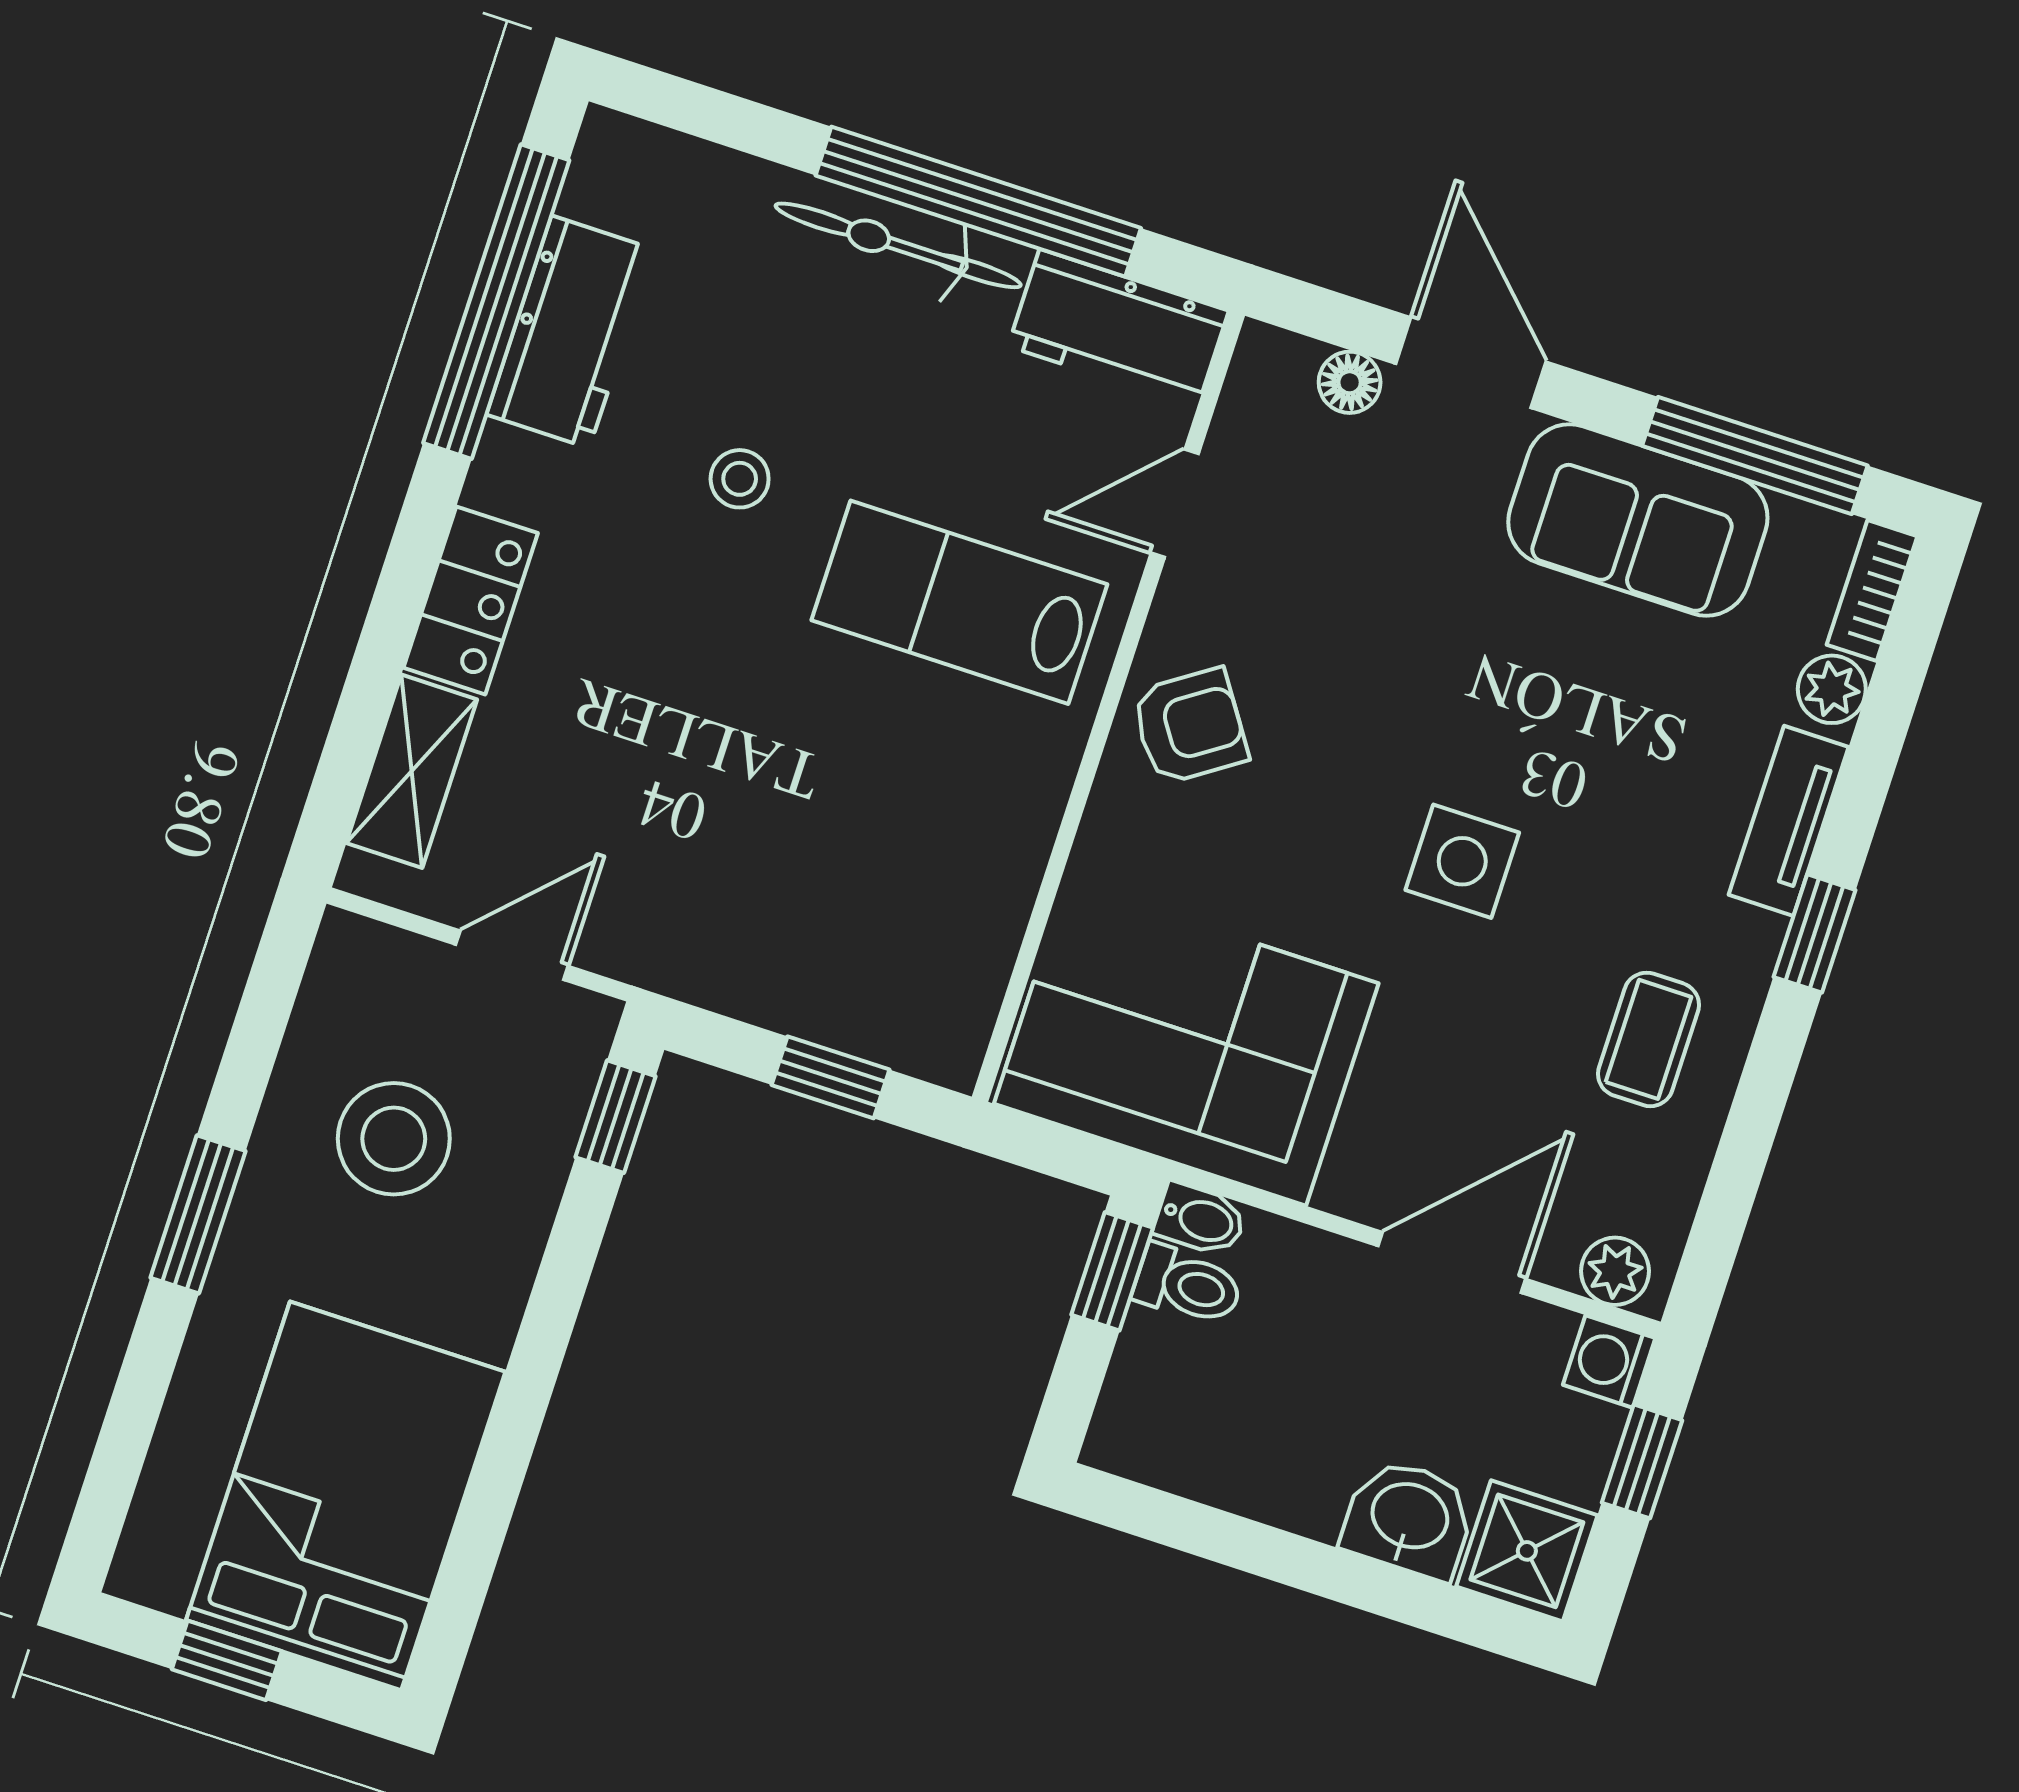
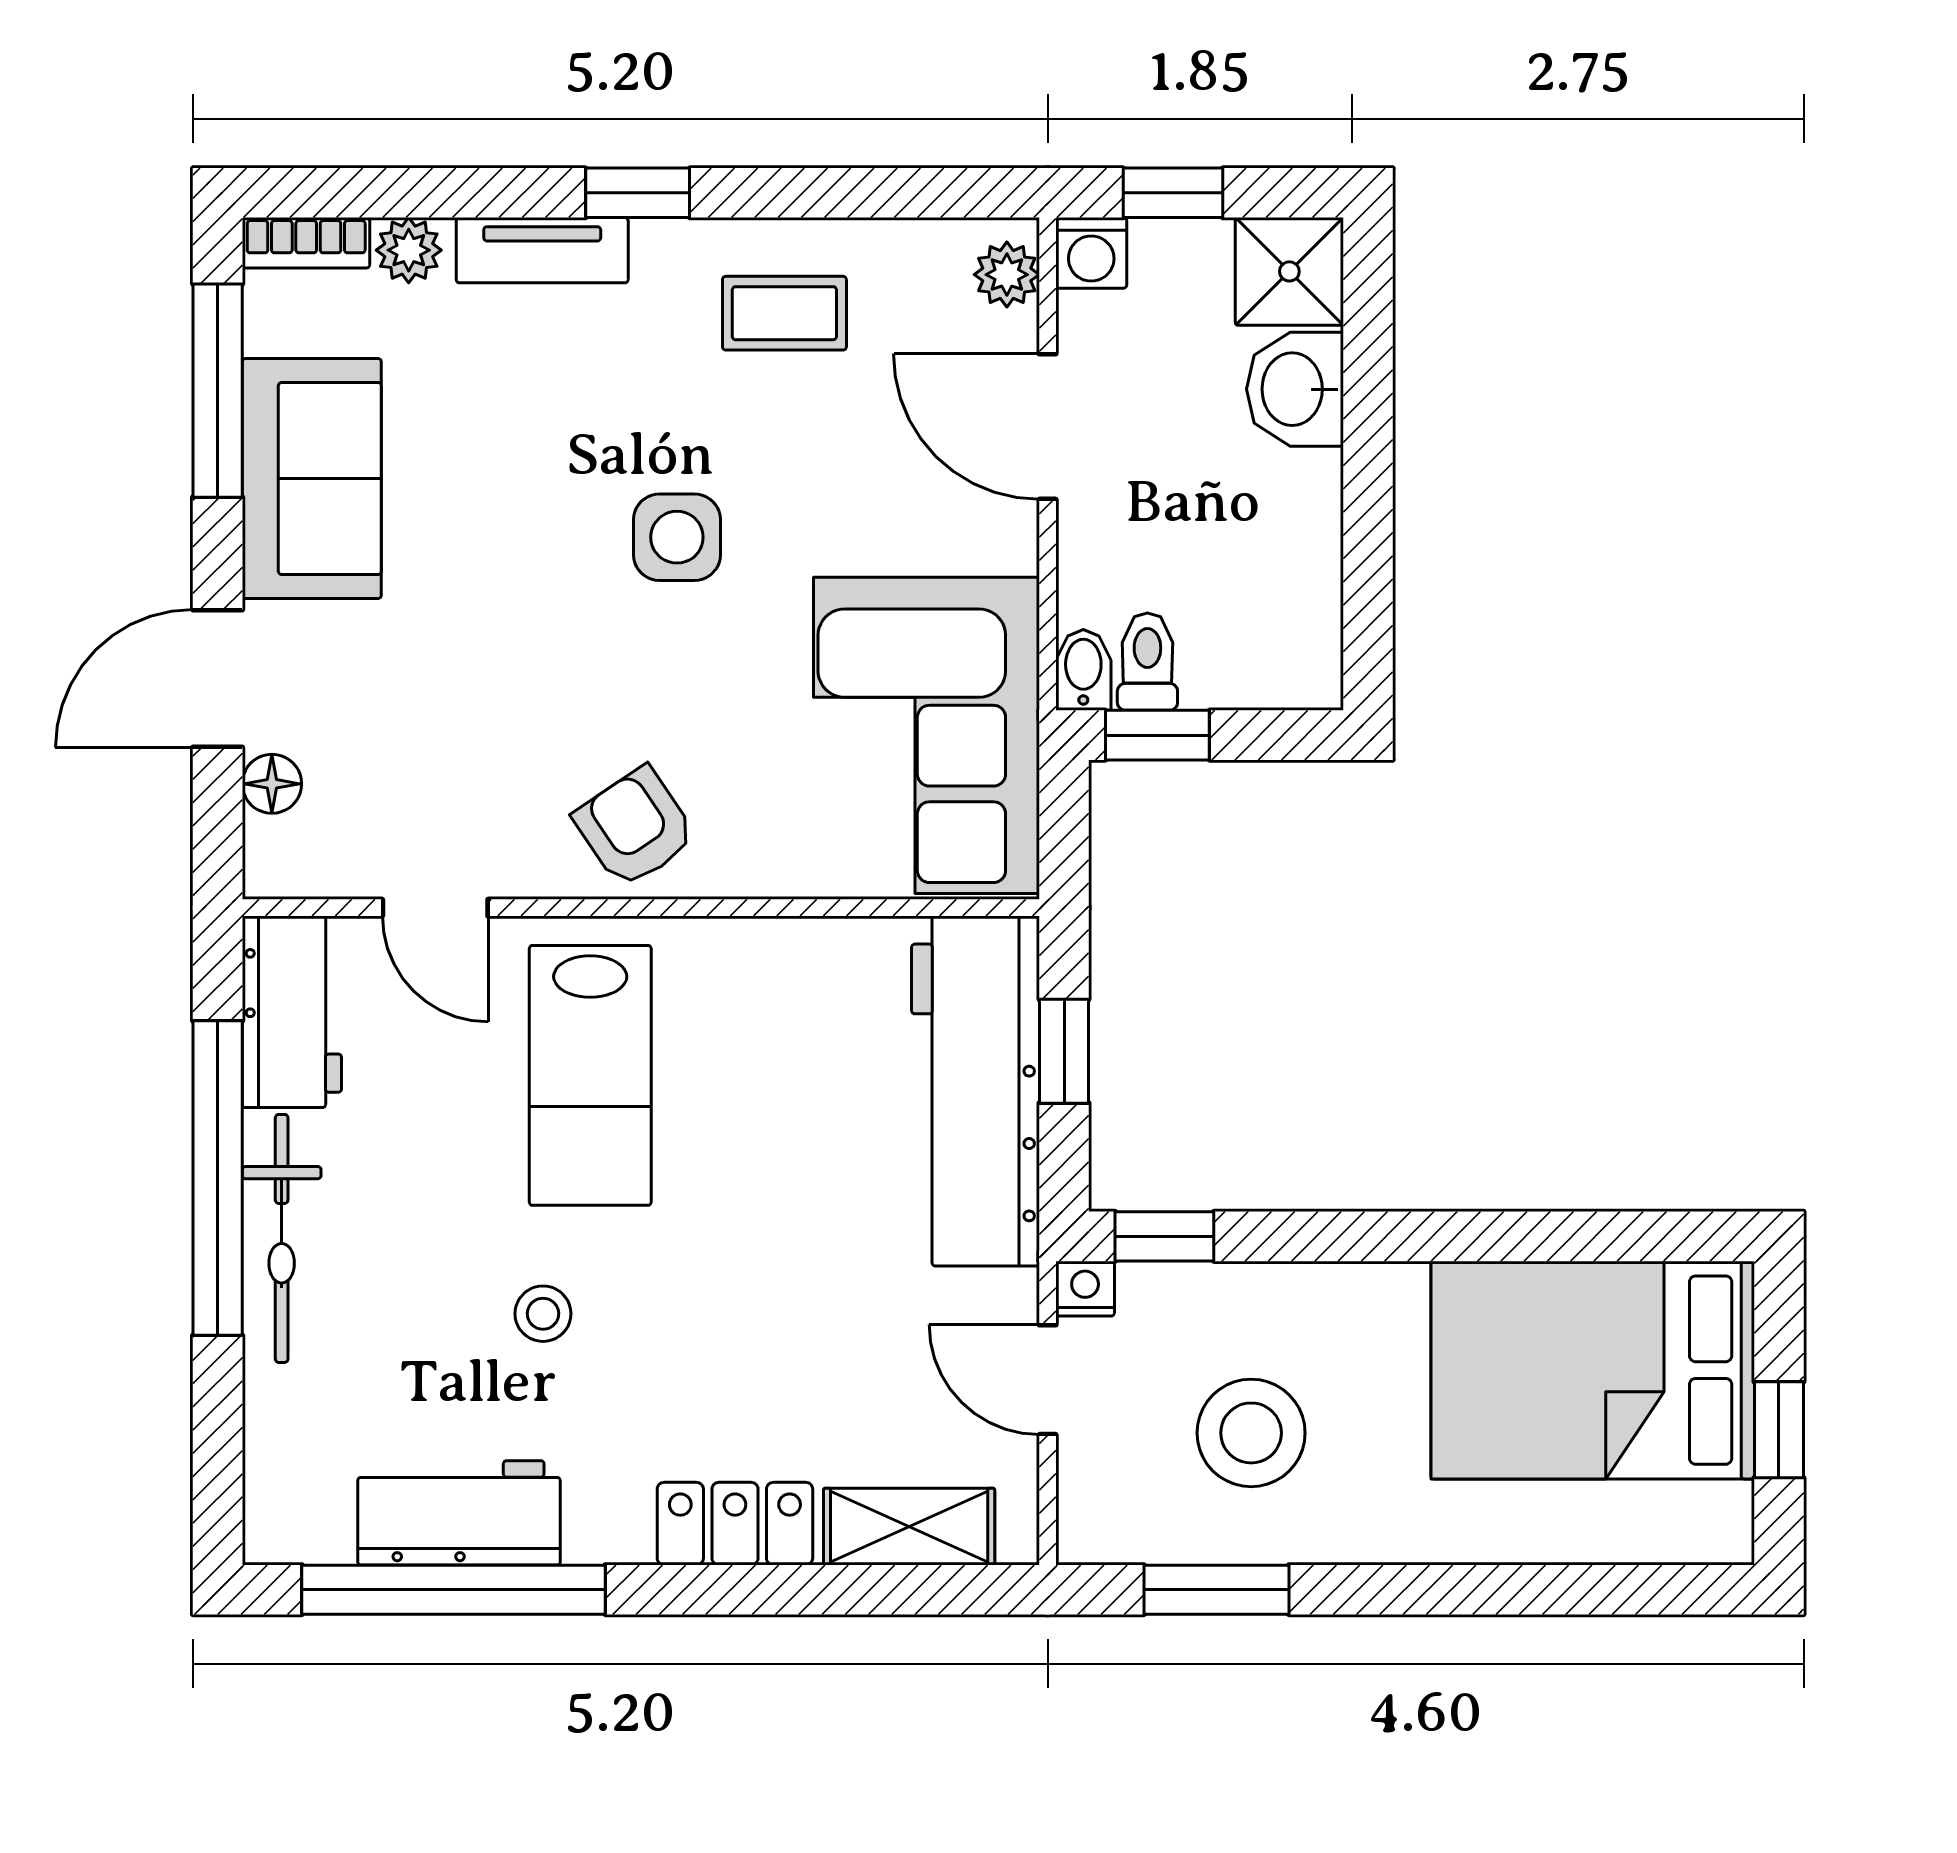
workbench: (820, 977) -> (976, 1091), added
nightstand: (590, 1021) -> (1085, 1289), added
window: (198, 1214) -> (1216, 1590), moved

